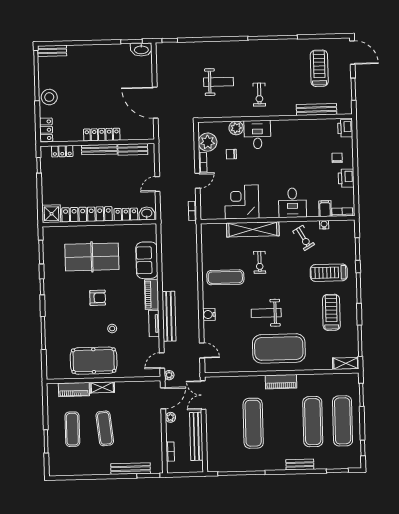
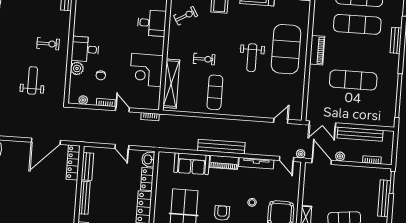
locker: (102, 135) -> (73, 162), moved
plant: (208, 142) -> (83, 100), width x0.53, depth x0.53
shelving: (253, 229) -> (171, 84), moved
water cooler: (209, 315) -> (248, 111), removed
bench: (169, 316) -> (221, 147), moved
tv unit: (154, 323) -> (256, 163), width x1.41

